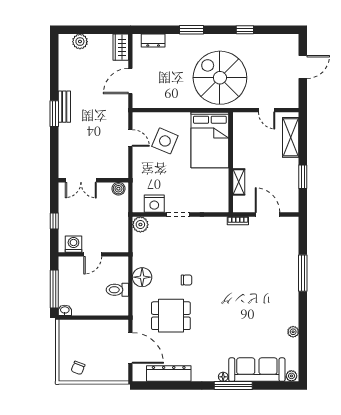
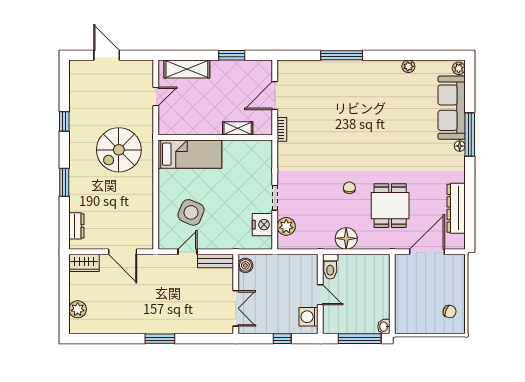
spiral stairs: (220, 78) -> (119, 150), width x0.73, depth x0.73
bench: (64, 107) -> (215, 261), moved
bed: (210, 140) -> (190, 154), width x0.67
plant: (140, 225) -> (286, 226), moved
toilet: (117, 290) -> (330, 267), moved

